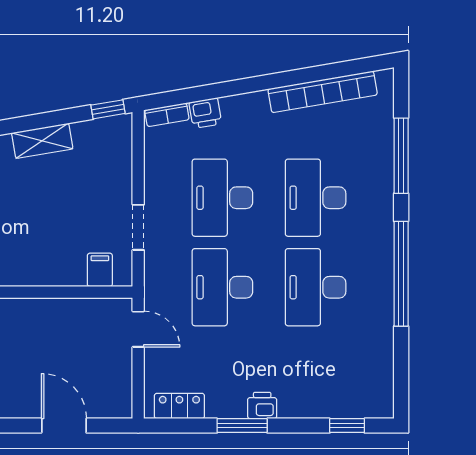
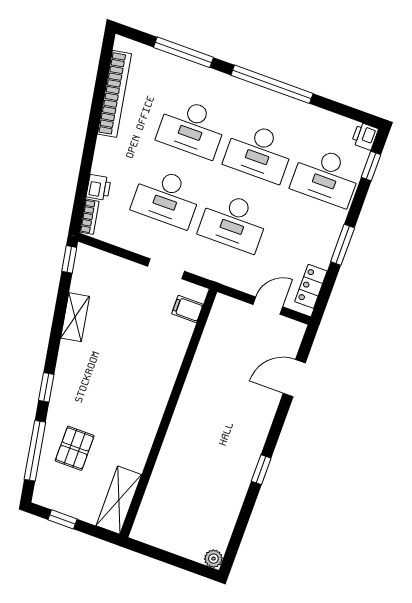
door: (138, 329) -> (268, 306), moved
desk: (316, 377) -> (326, 176), added
printer: (262, 405) -> (365, 136), moved

